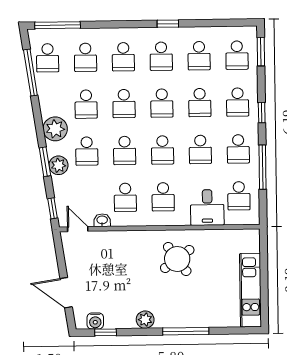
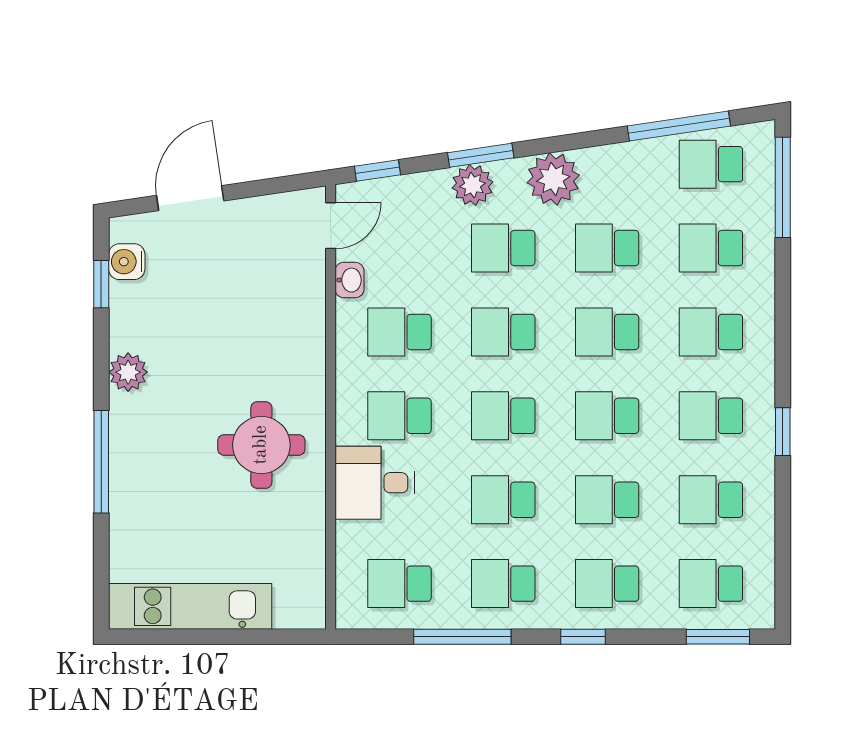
desk: (207, 207) -> (375, 483), moved
round table: (177, 259) -> (261, 445), turned 36

